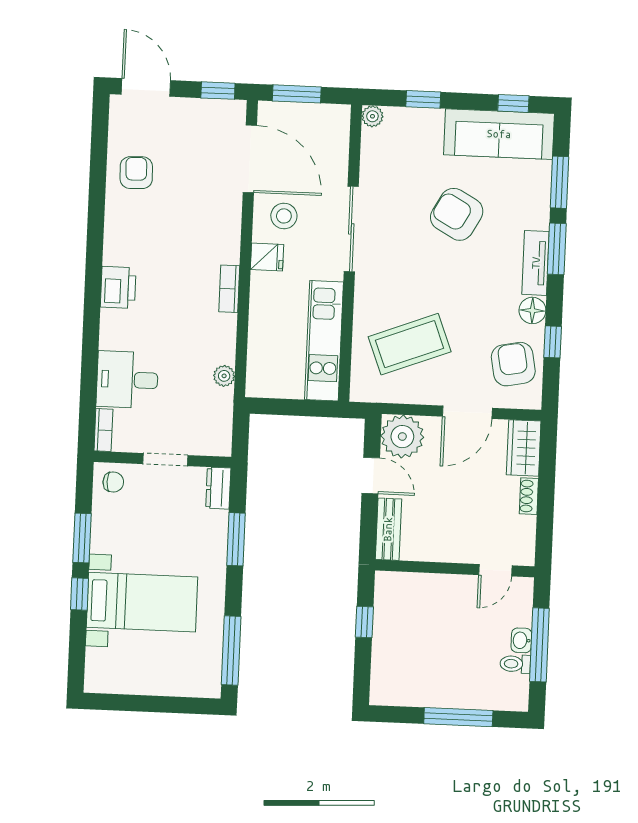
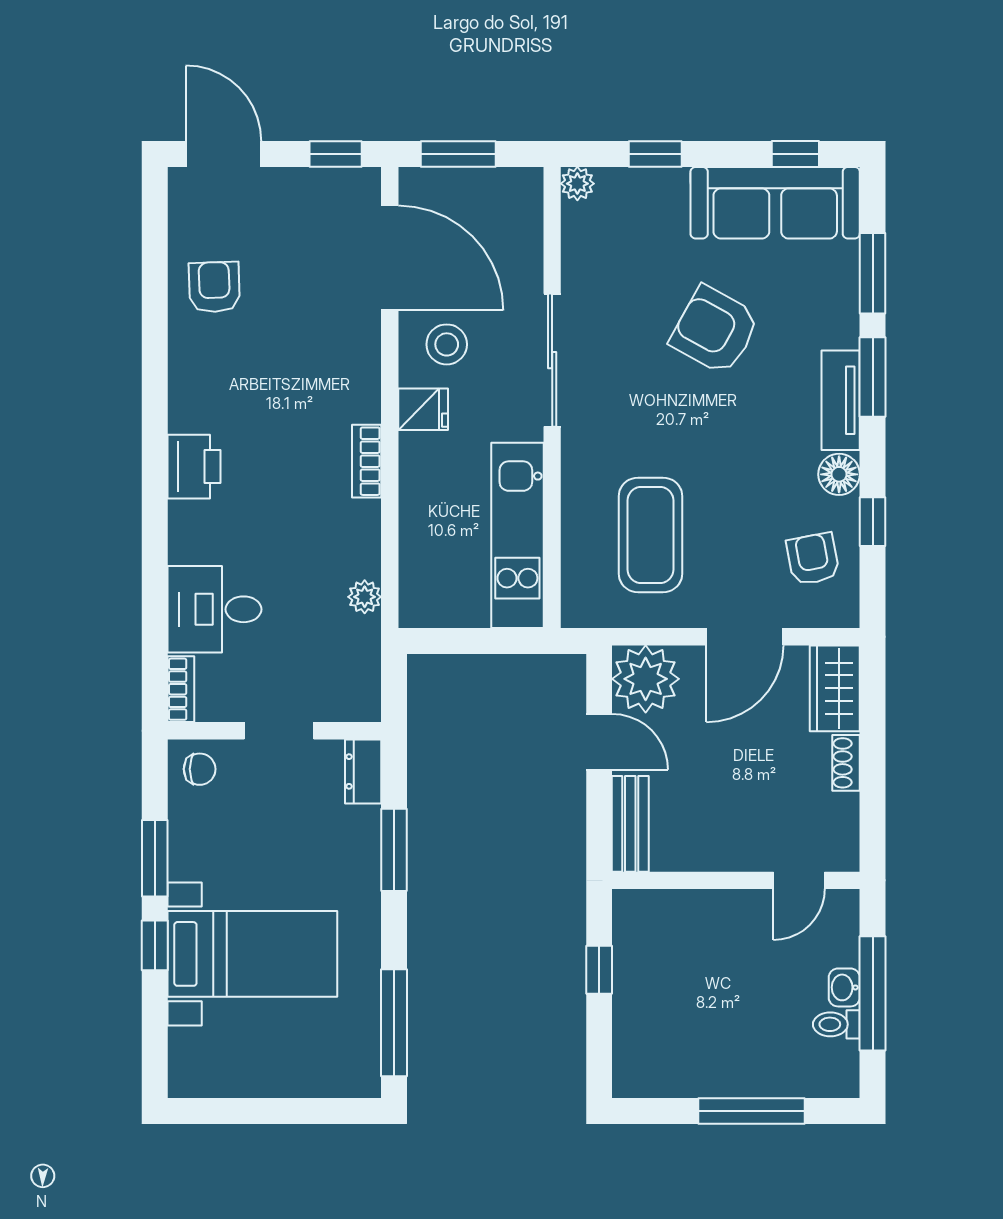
coffee table: (410, 344) -> (650, 535), turned -69
armchair: (513, 364) -> (813, 559), width x0.72, depth x0.72

